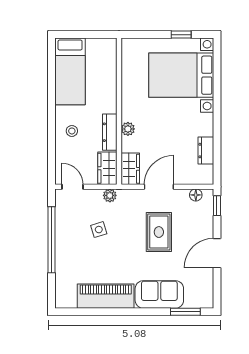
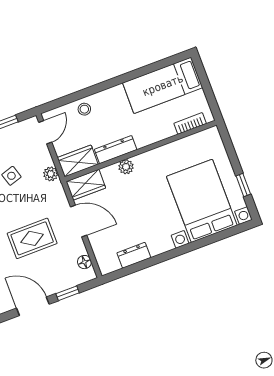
bookcase: (111, 60) -> (190, 123), added
stool: (72, 131) -> (84, 109), moved
window: (217, 206) -> (68, 293), moved

